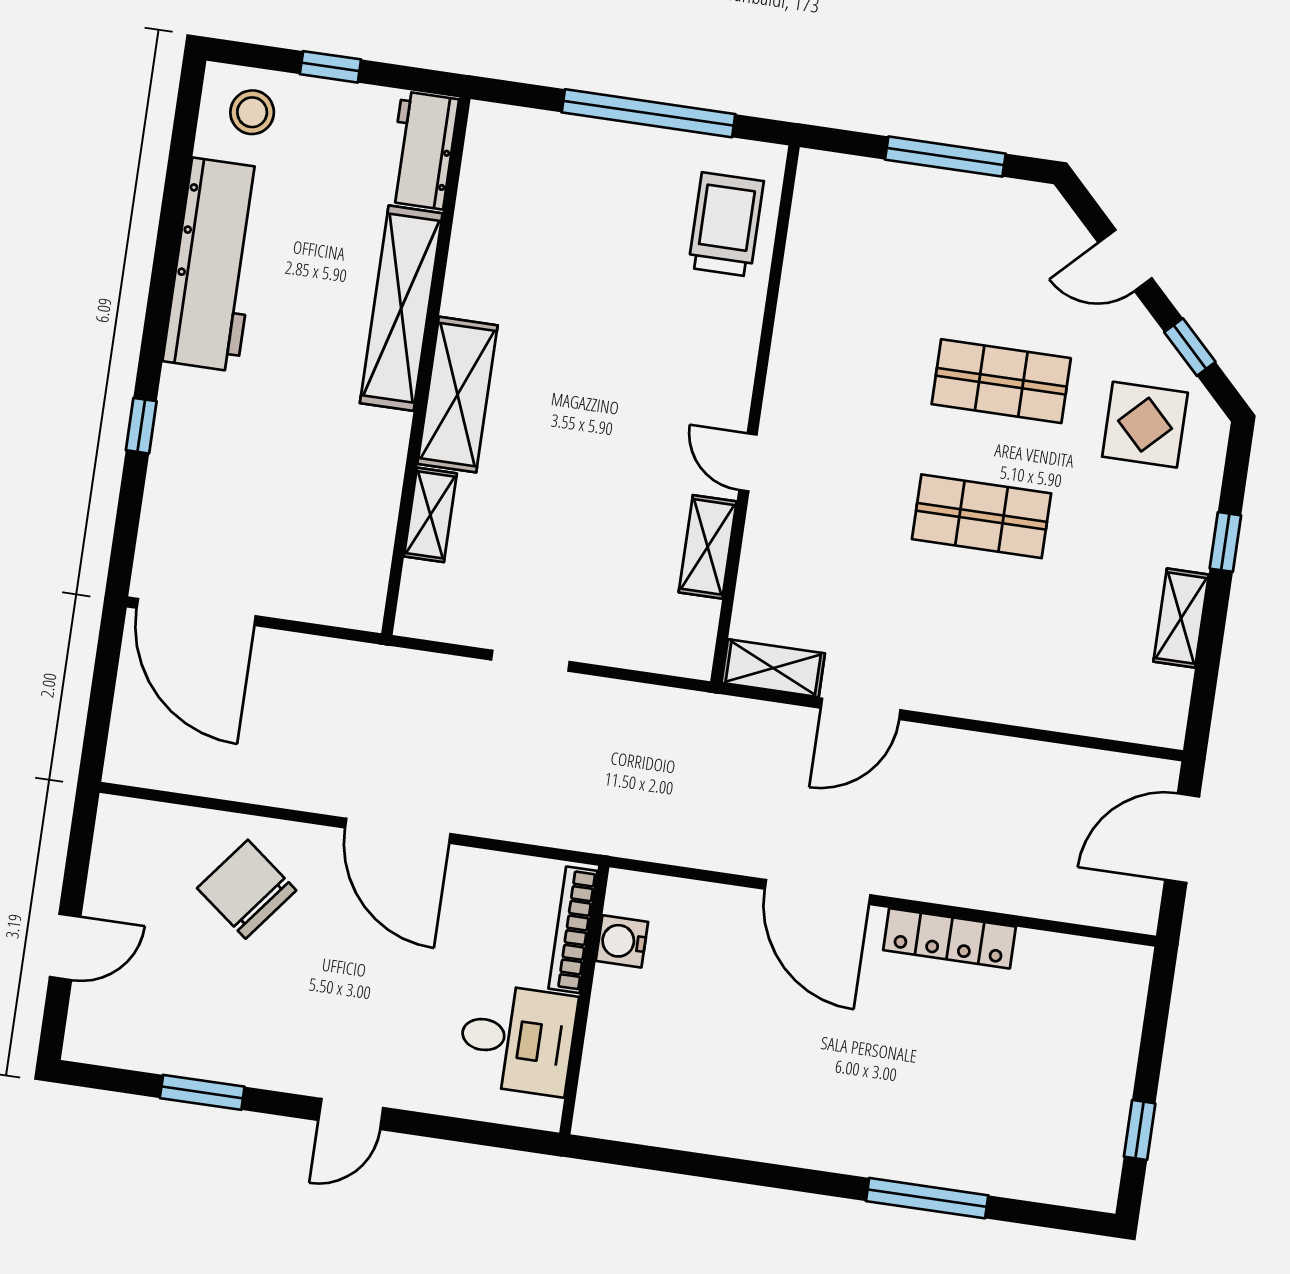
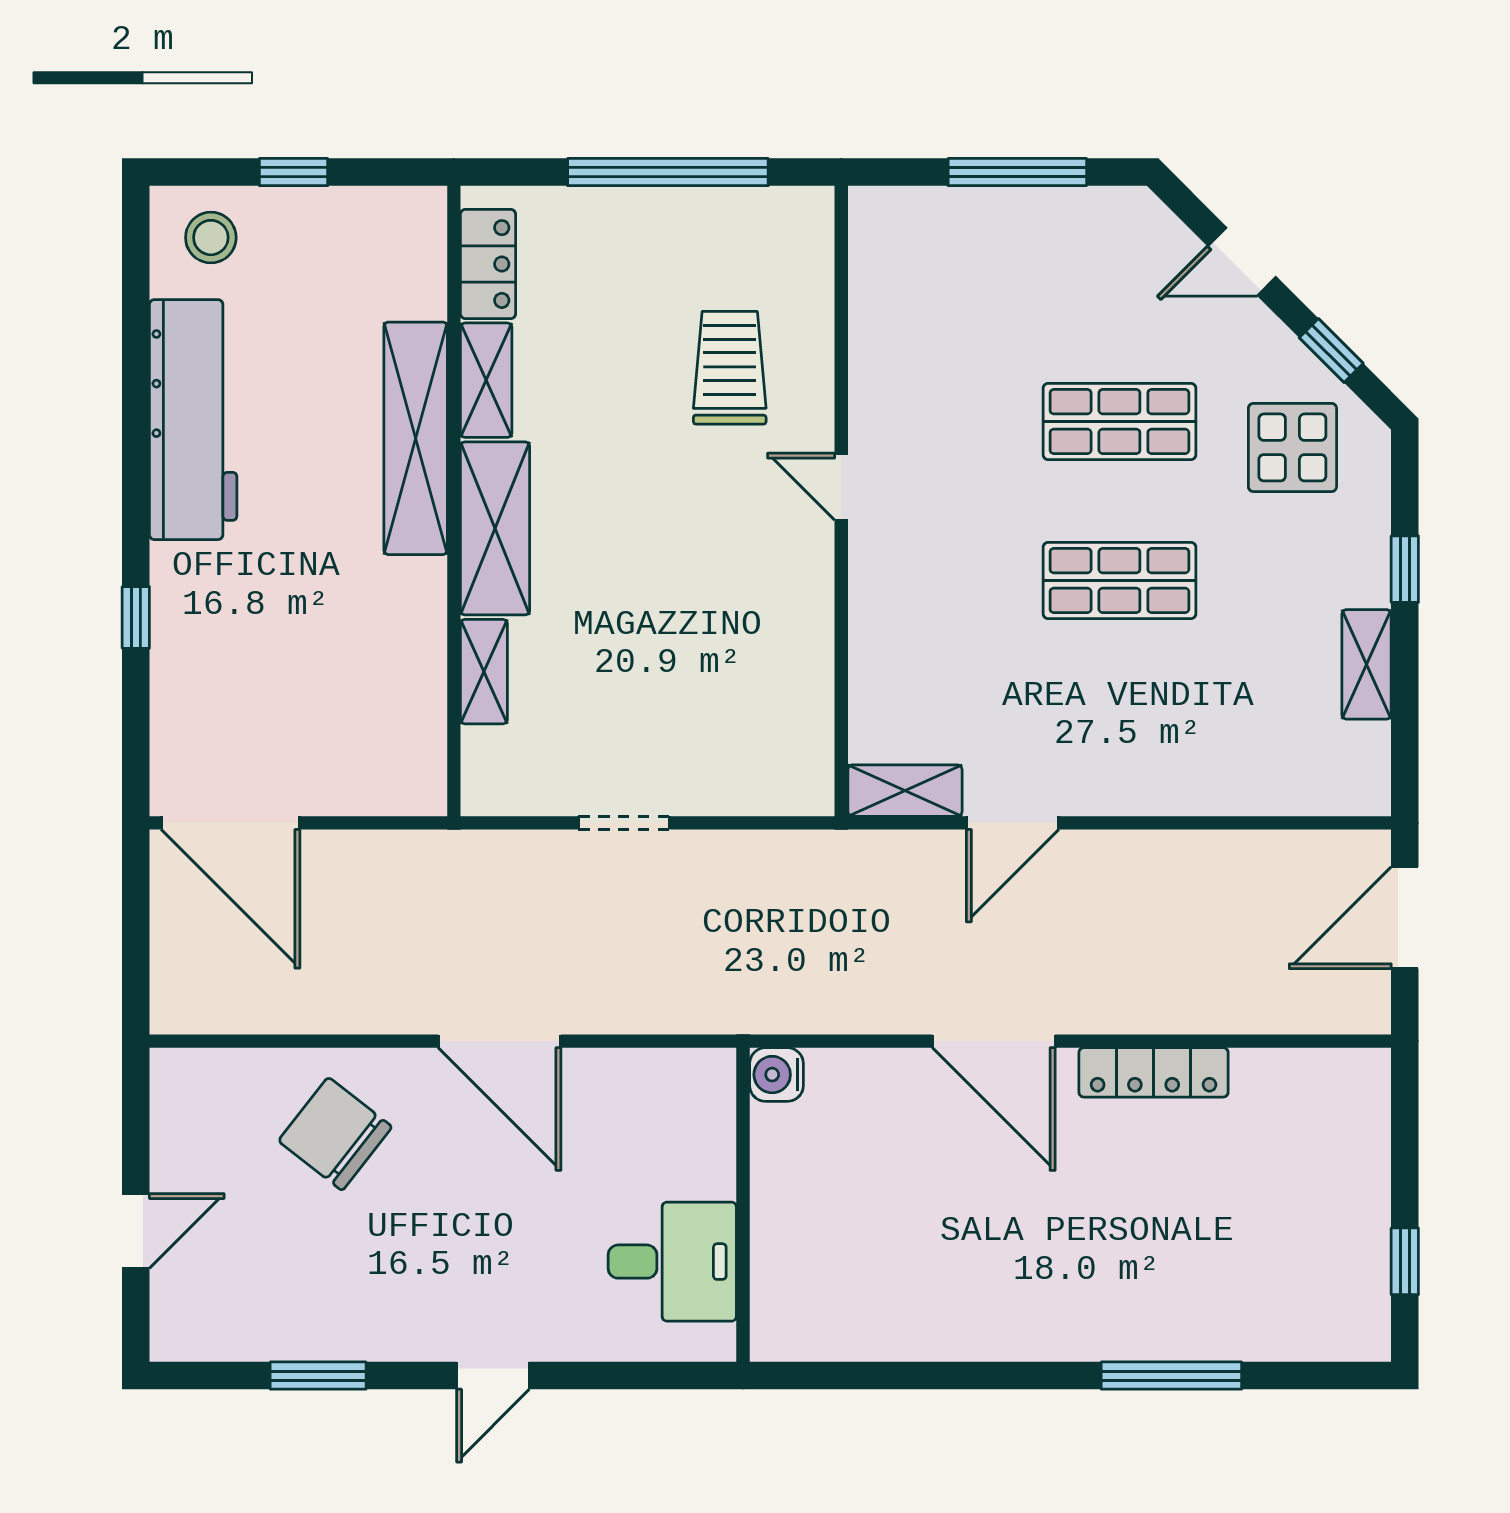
workbench: (423, 150) -> (414, 253), removed
locker: (484, 169) -> (488, 264), added
trolley: (726, 224) -> (730, 368), moved
door: (748, 462) -> (841, 487), moved
shelving: (708, 547) -> (486, 380), moved
bookcase: (573, 930) -> (718, 1126), removed
water cooler: (622, 941) -> (776, 1075), moved

